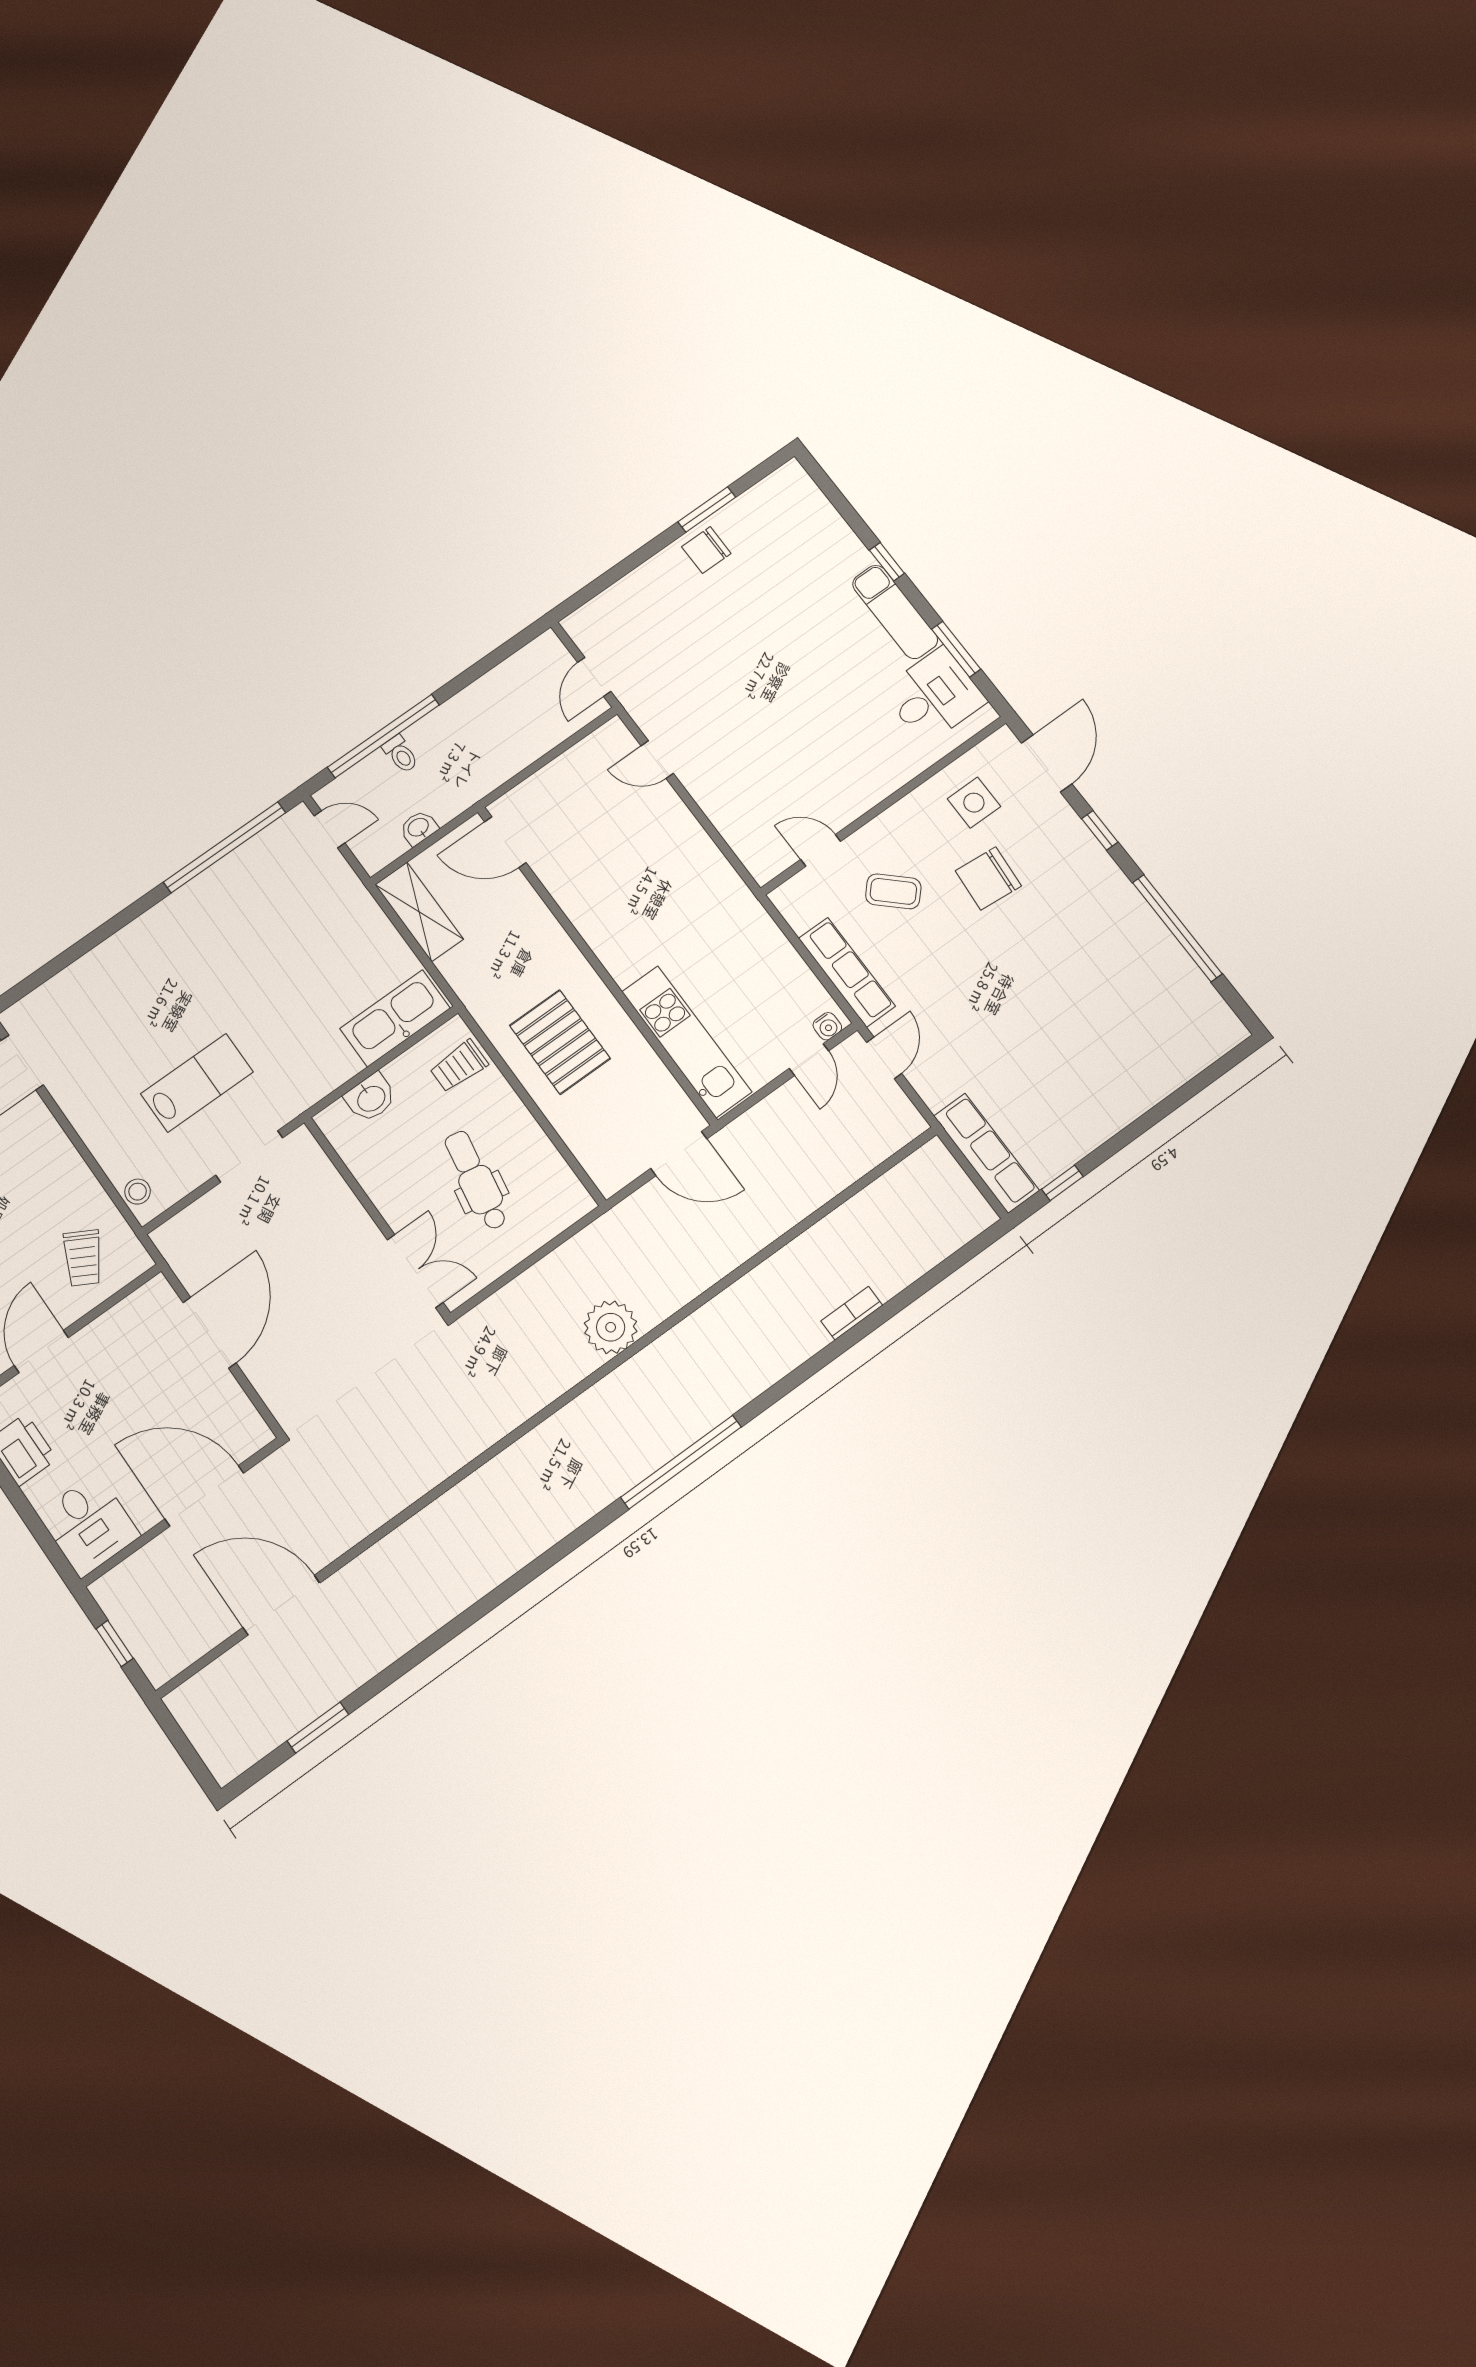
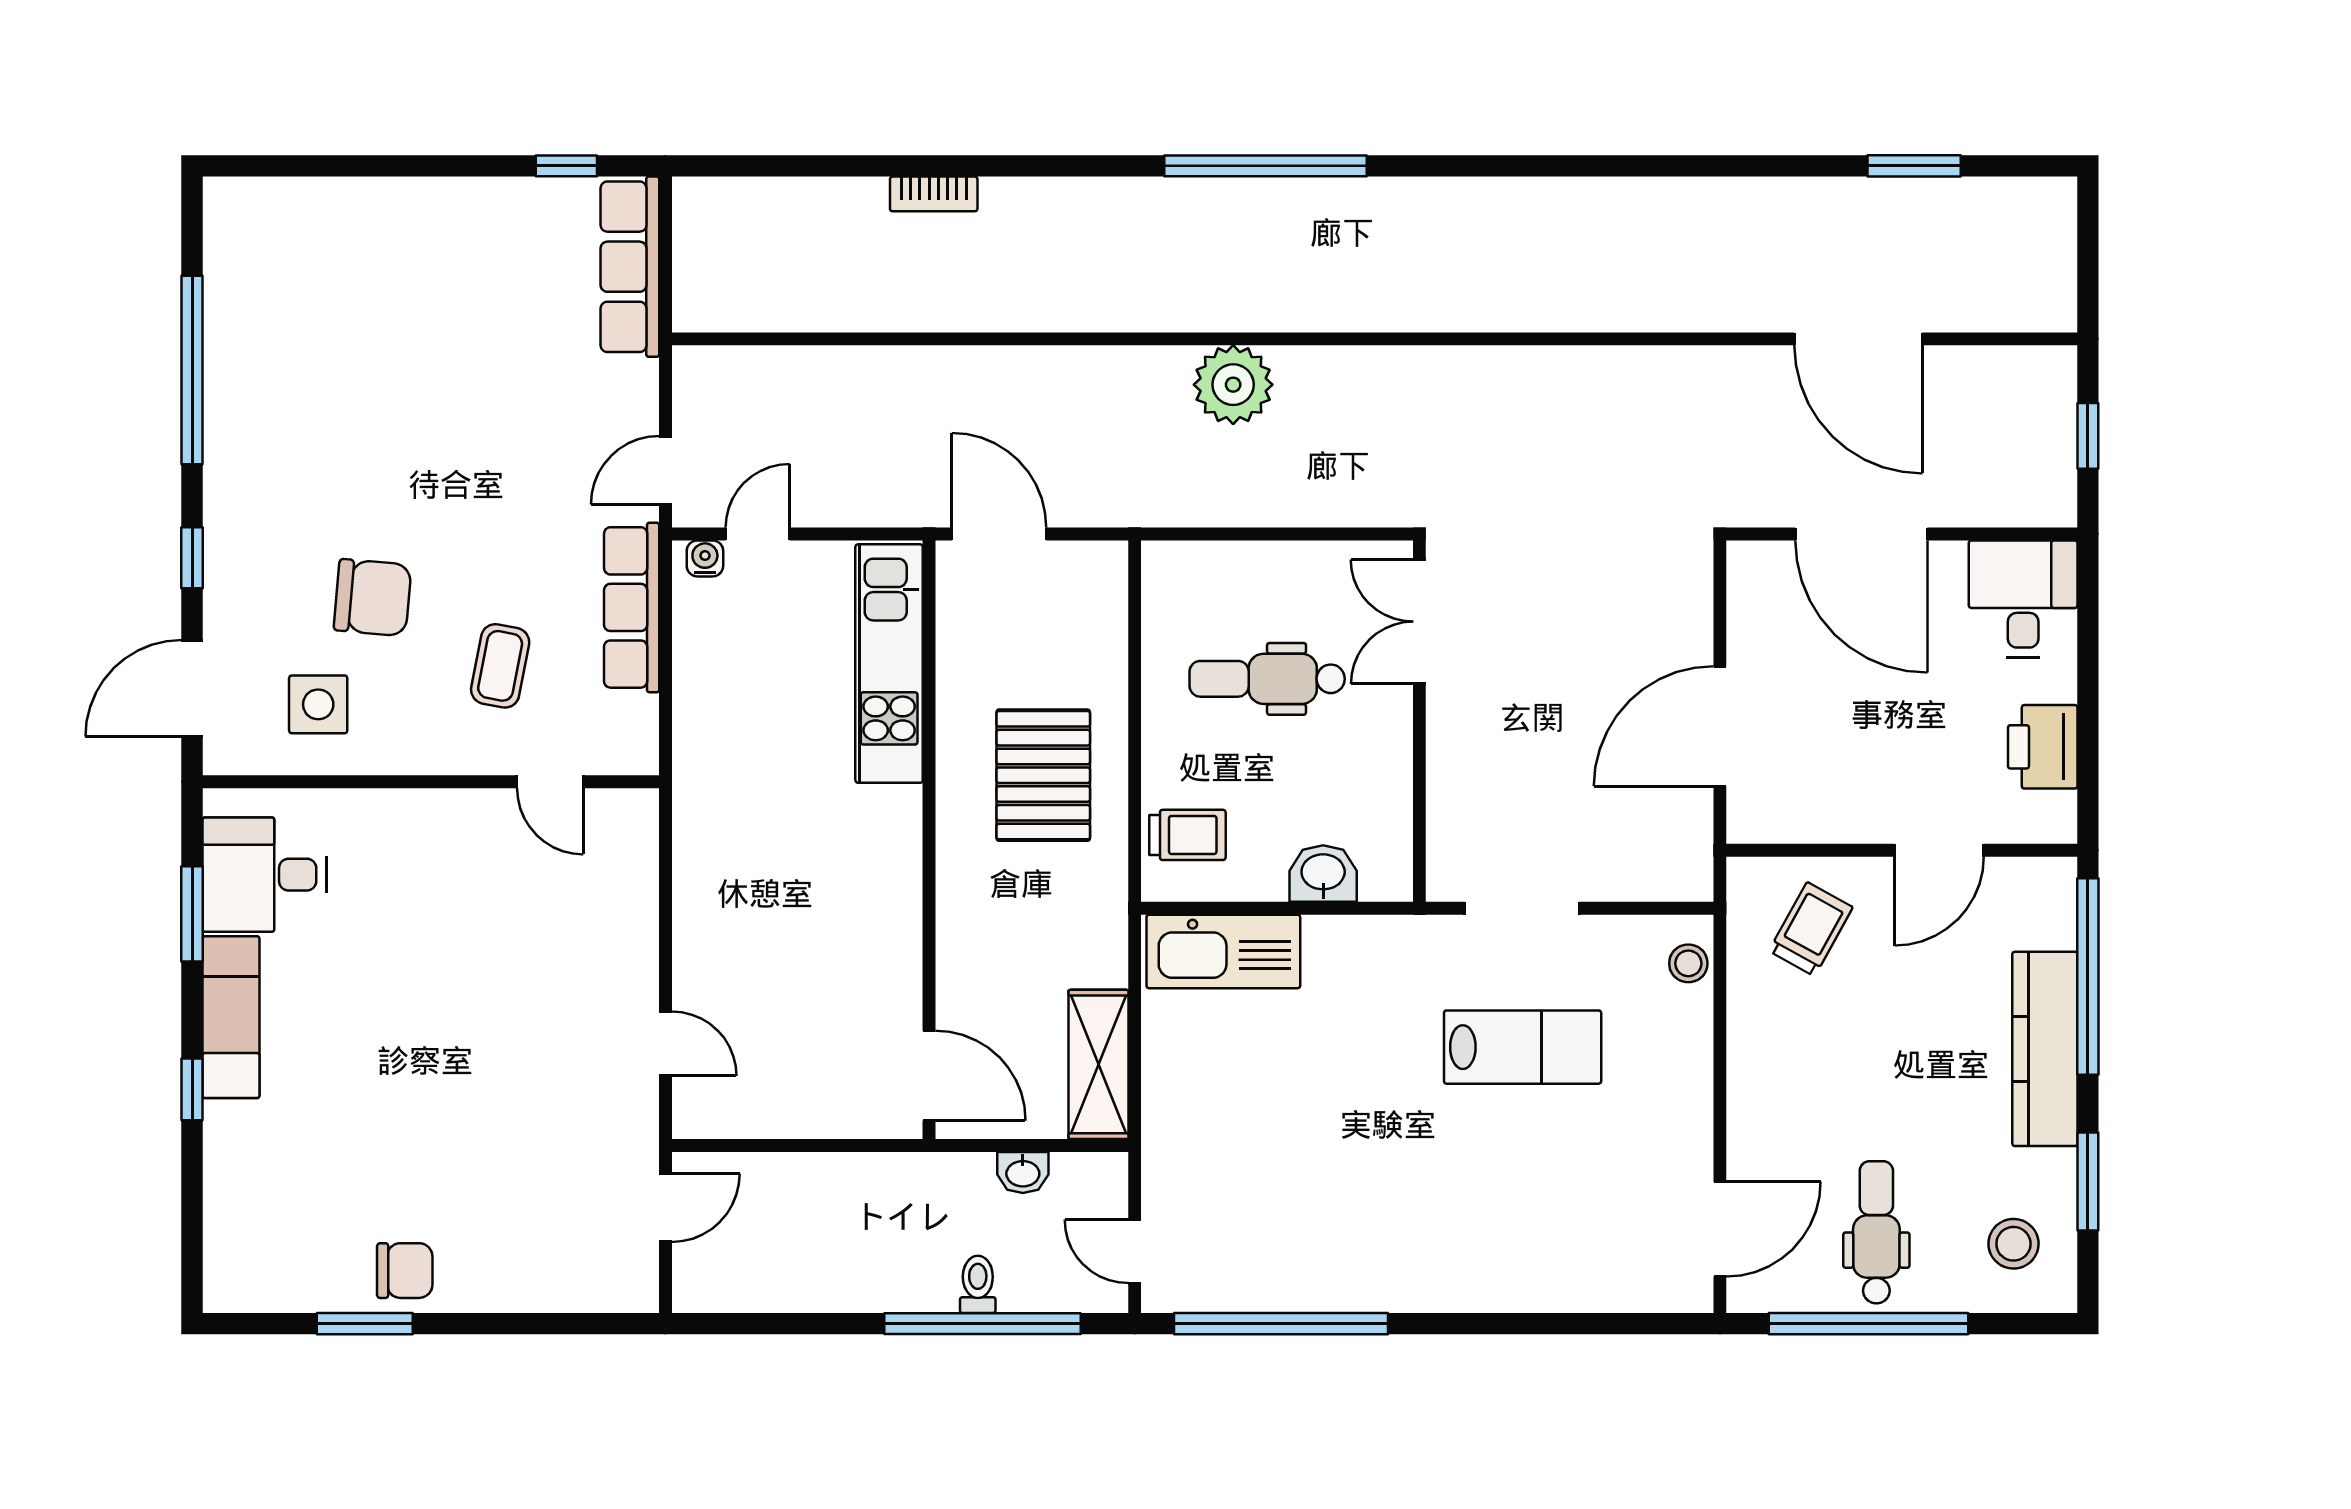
coffee table: (893, 891) -> (500, 666), turned 58
lab bench: (197, 1083) -> (1523, 1047), turned 180
dental chair: (476, 1180) -> (1267, 679), turned 80

